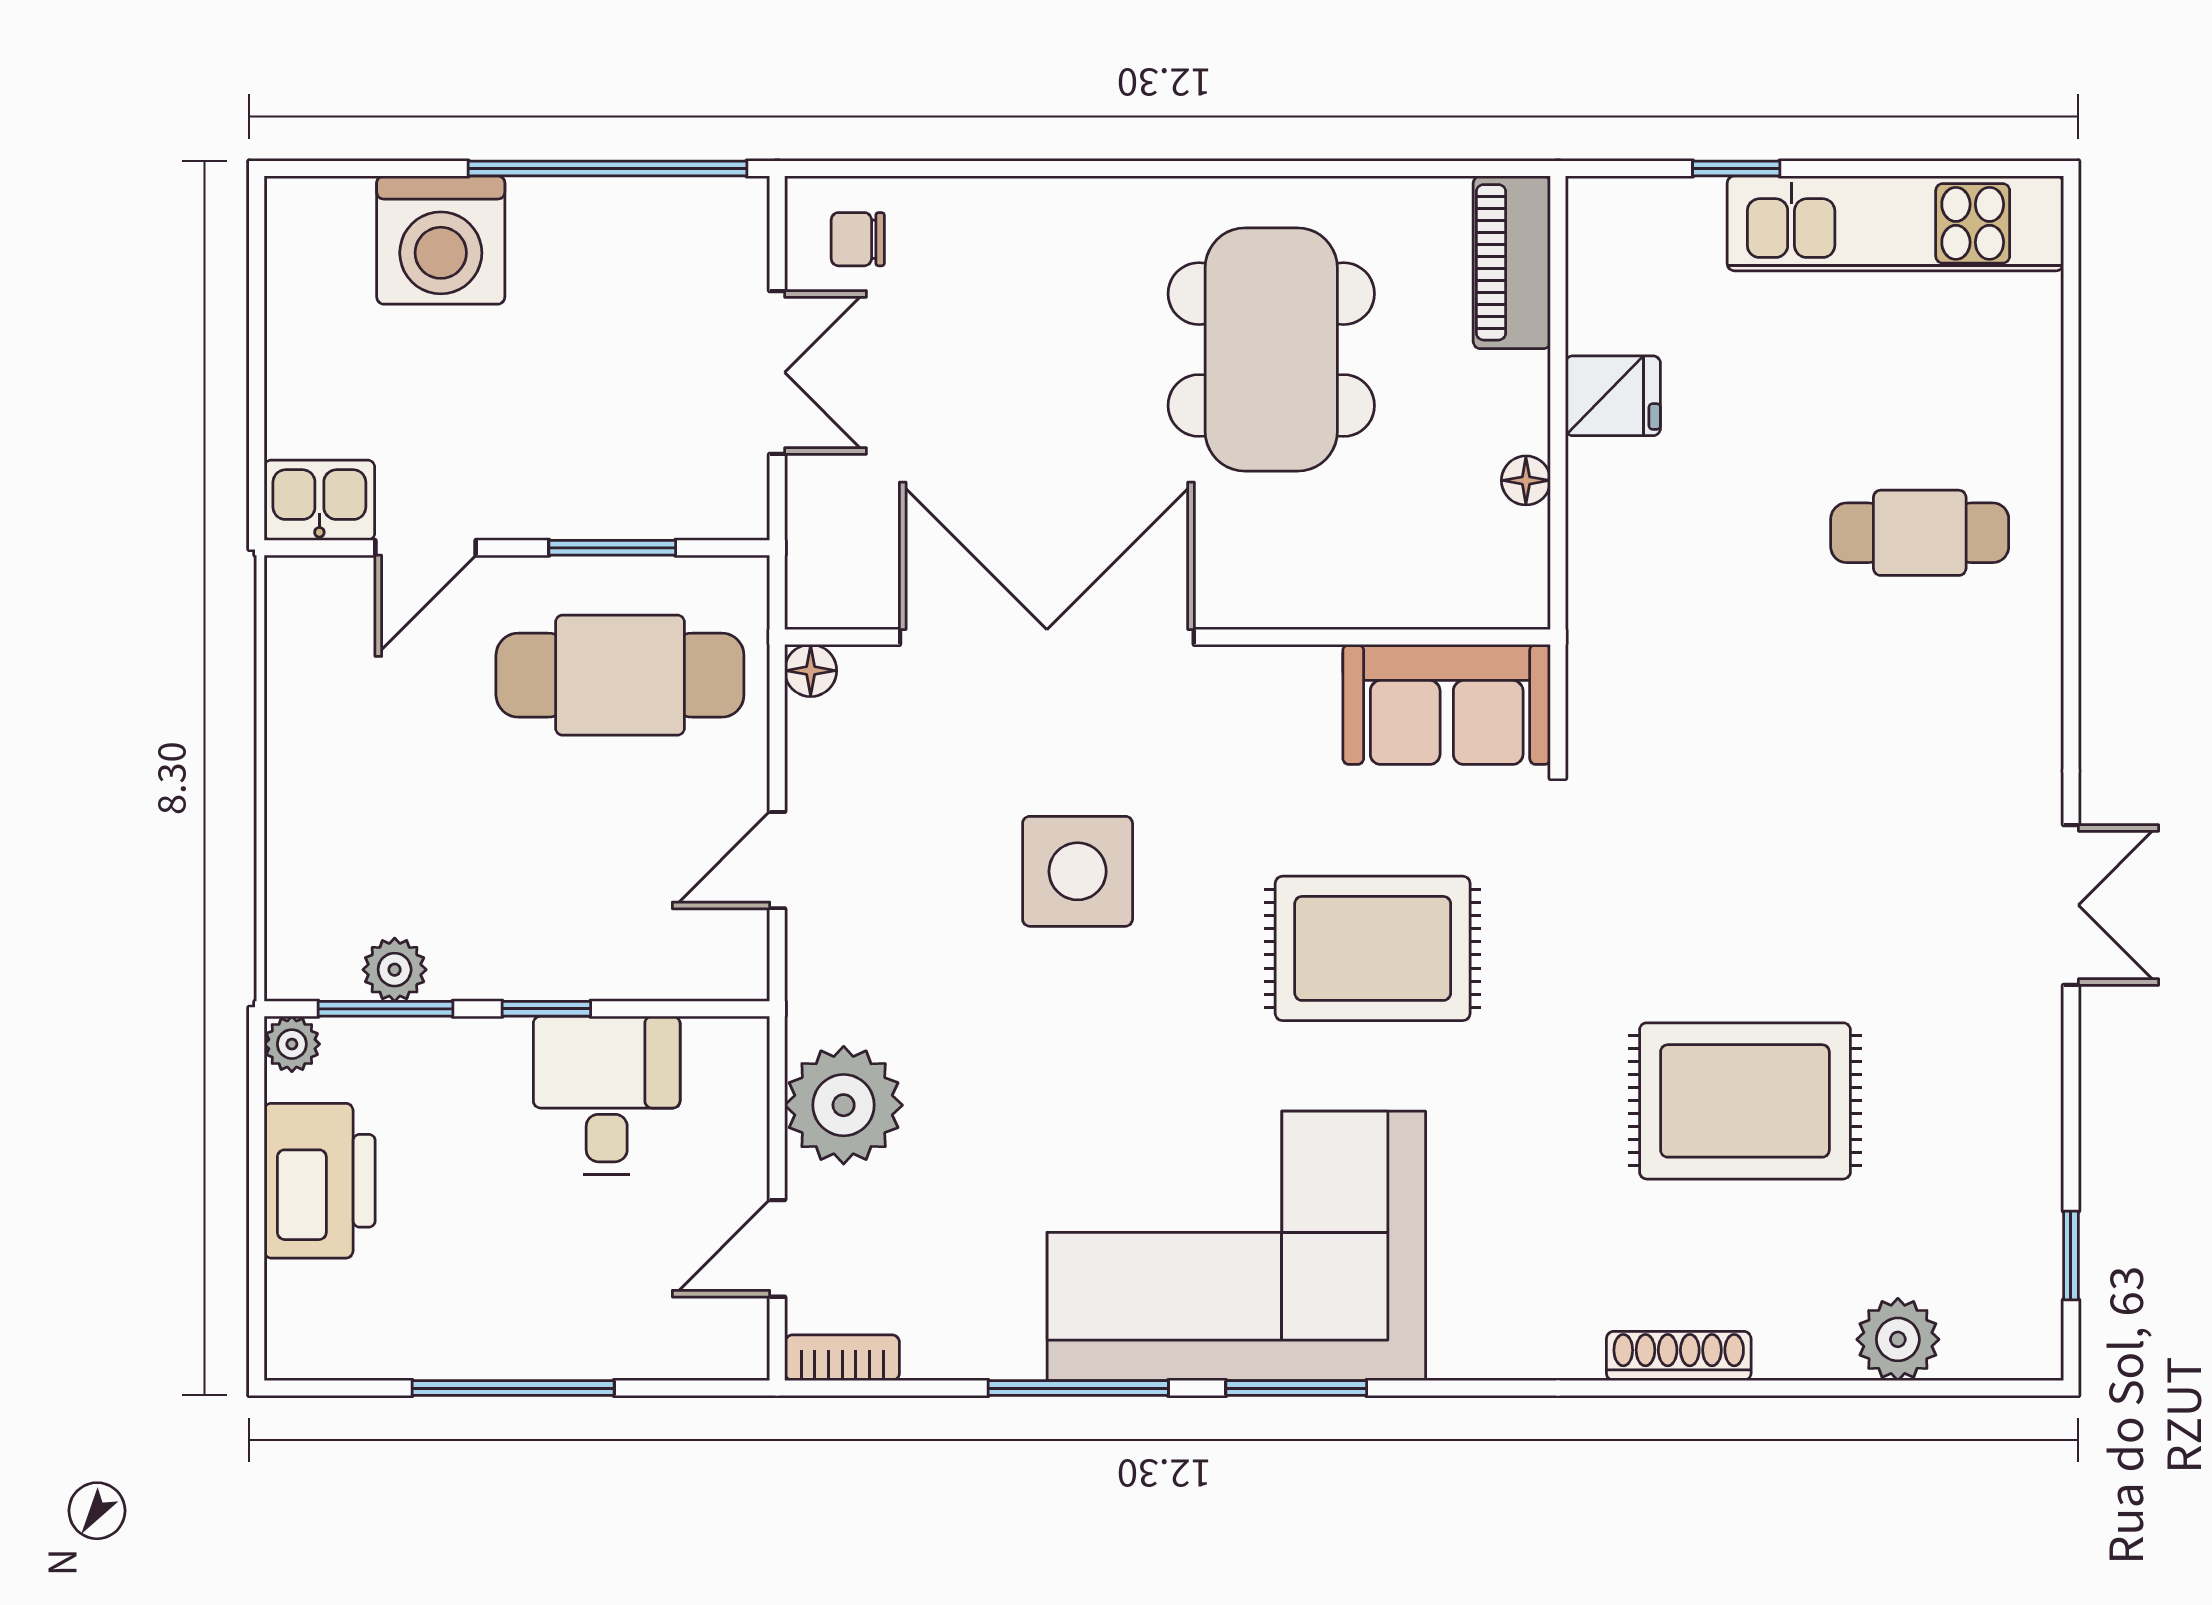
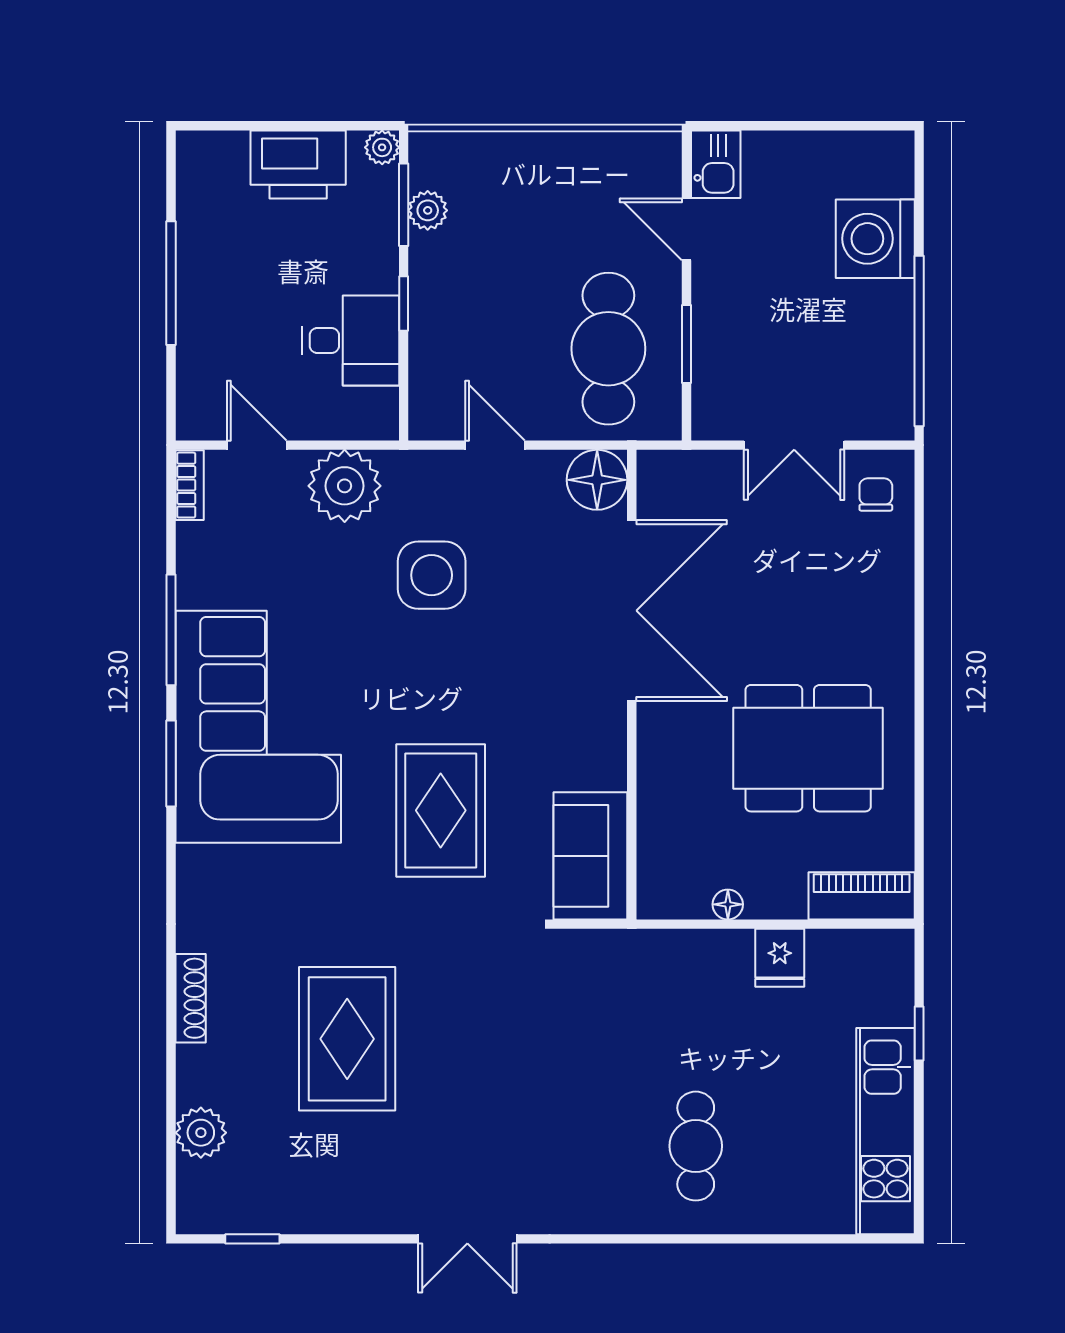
floor lamp: (811, 671) -> (597, 480), width x1.89, depth x1.89
side table: (1078, 871) -> (432, 575), moved

